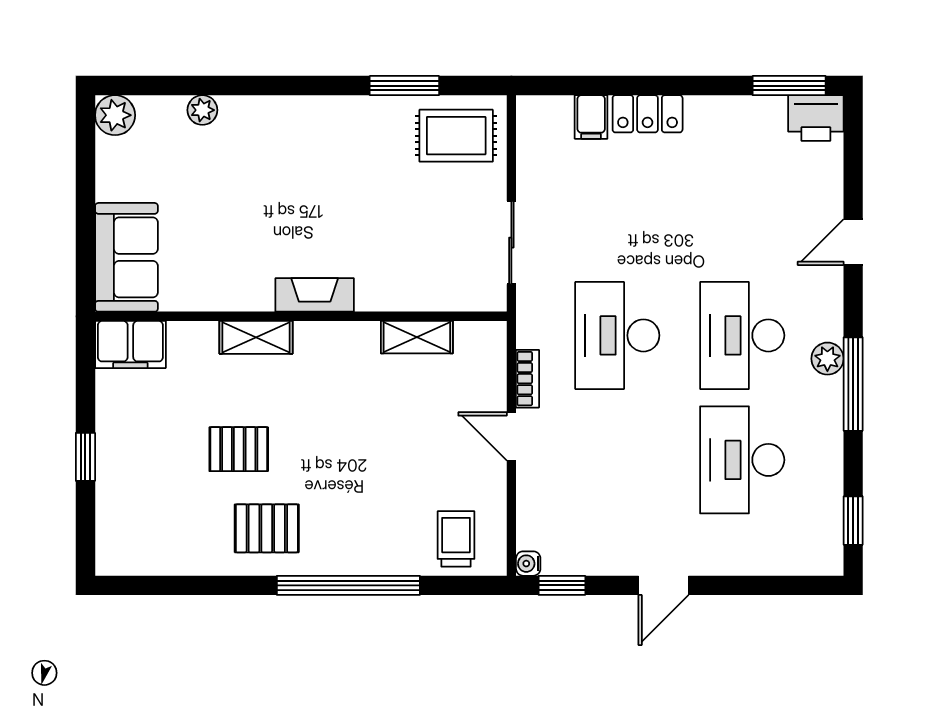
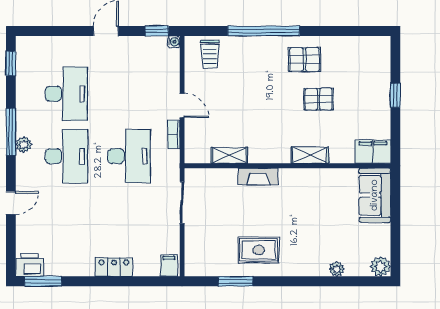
filing cabinet: (591, 117) -> (169, 266), moved
rug: (456, 136) -> (259, 250), moved
fireplace: (315, 295) -> (258, 176), moved

